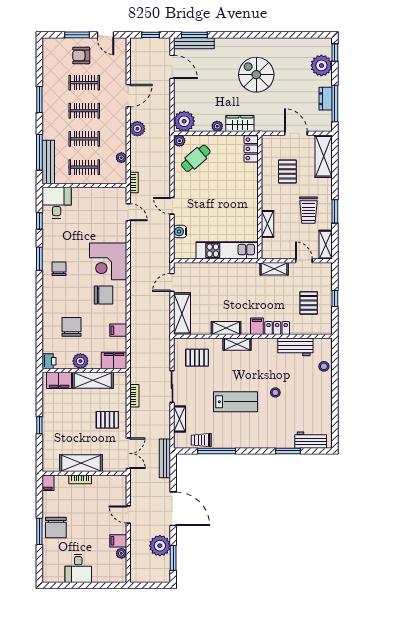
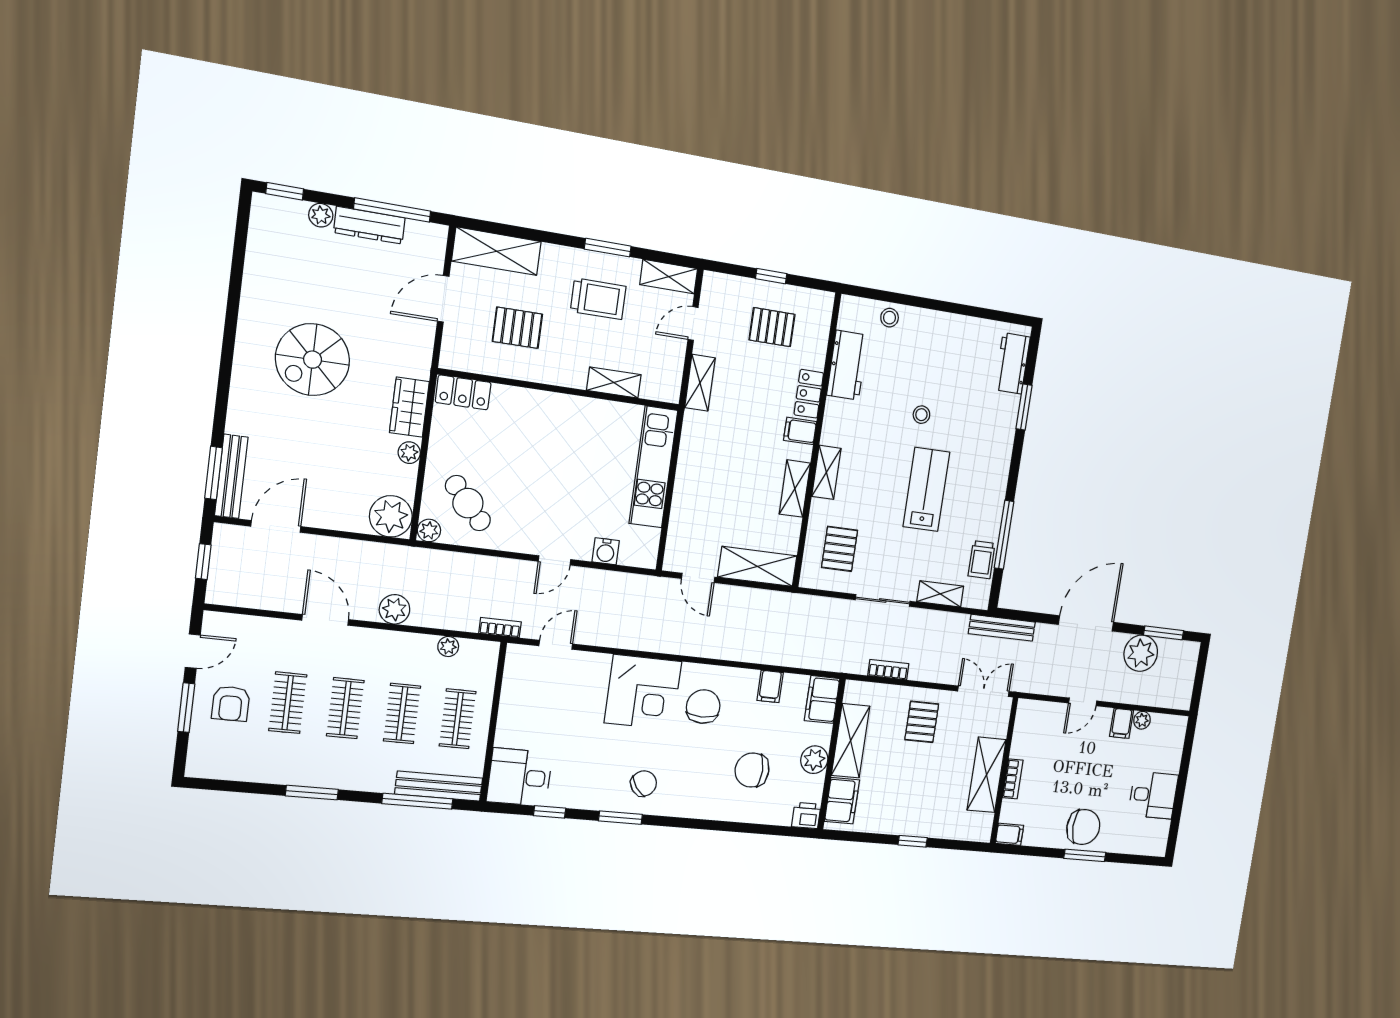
plant: (321, 65) -> (321, 215), width x0.53, depth x0.53
dresser: (326, 99) -> (369, 225), width x1.44
chair: (59, 269) -> (644, 783), turned 144

